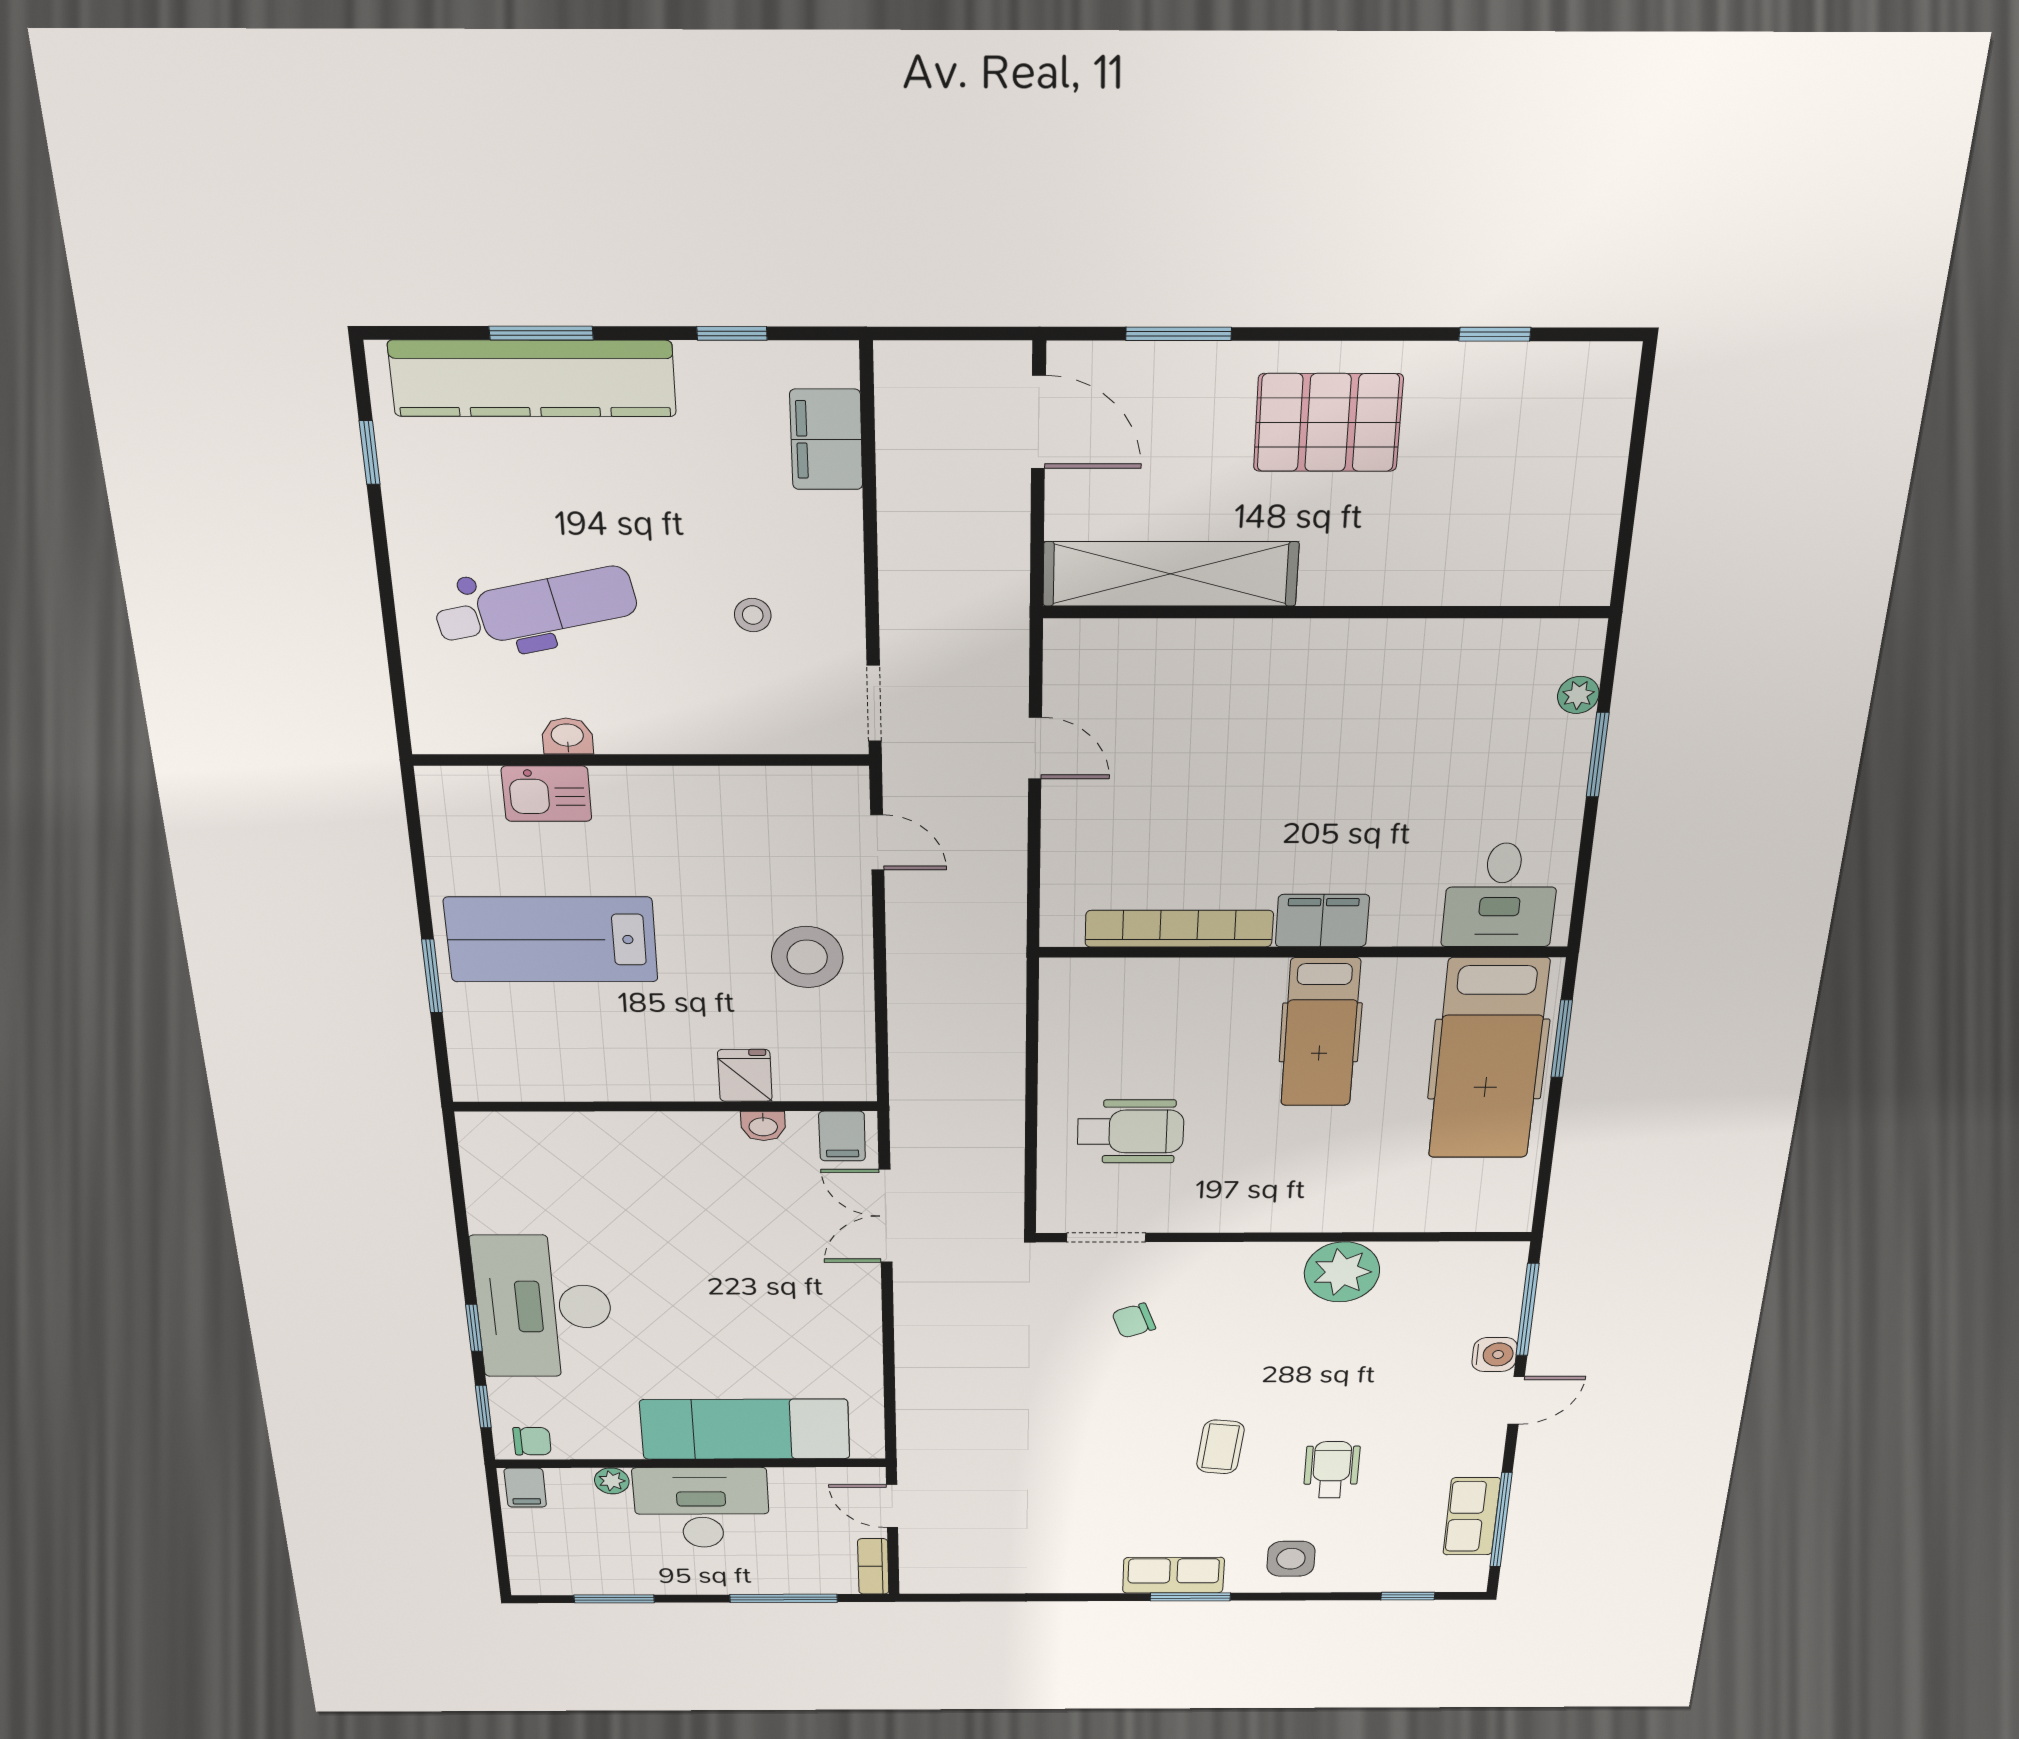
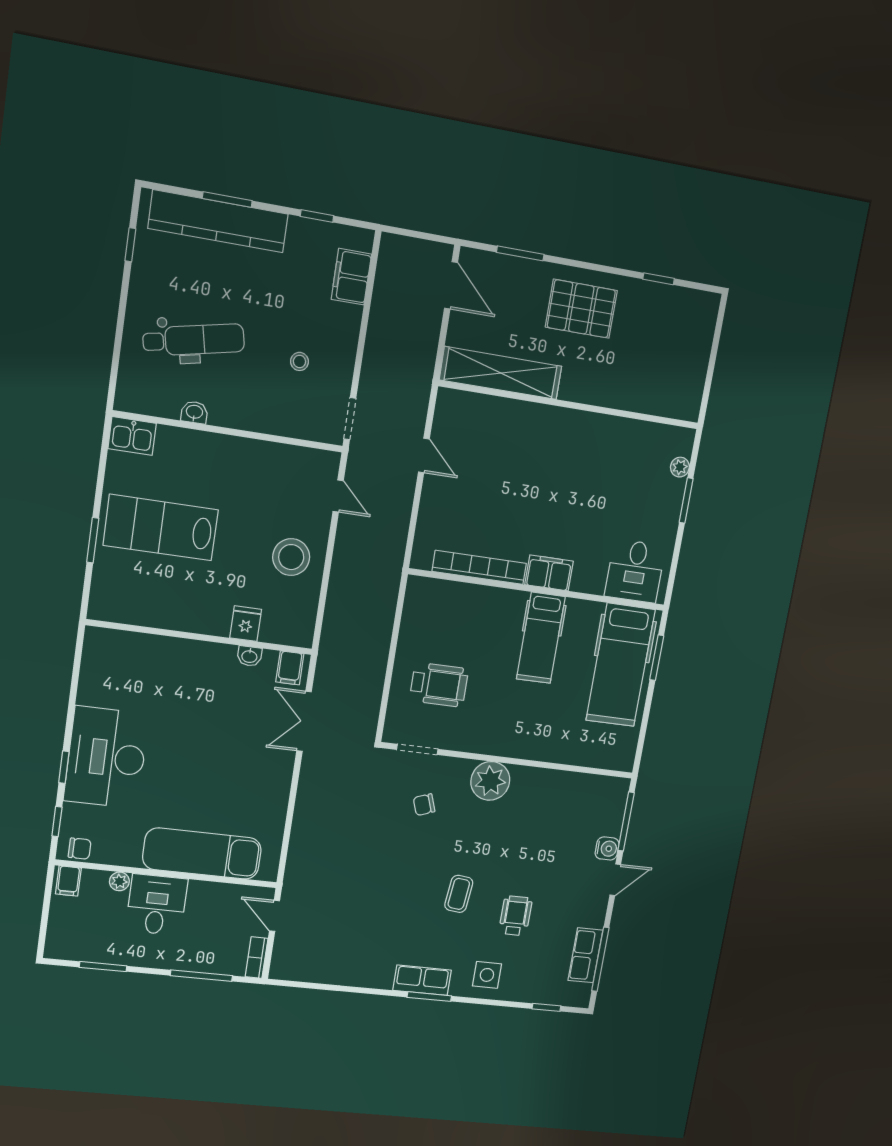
kitchen sink: (547, 794) -> (132, 436), moved
plant: (1342, 1272) -> (490, 781), moved
desk: (702, 1508) -> (157, 905), width x0.73

